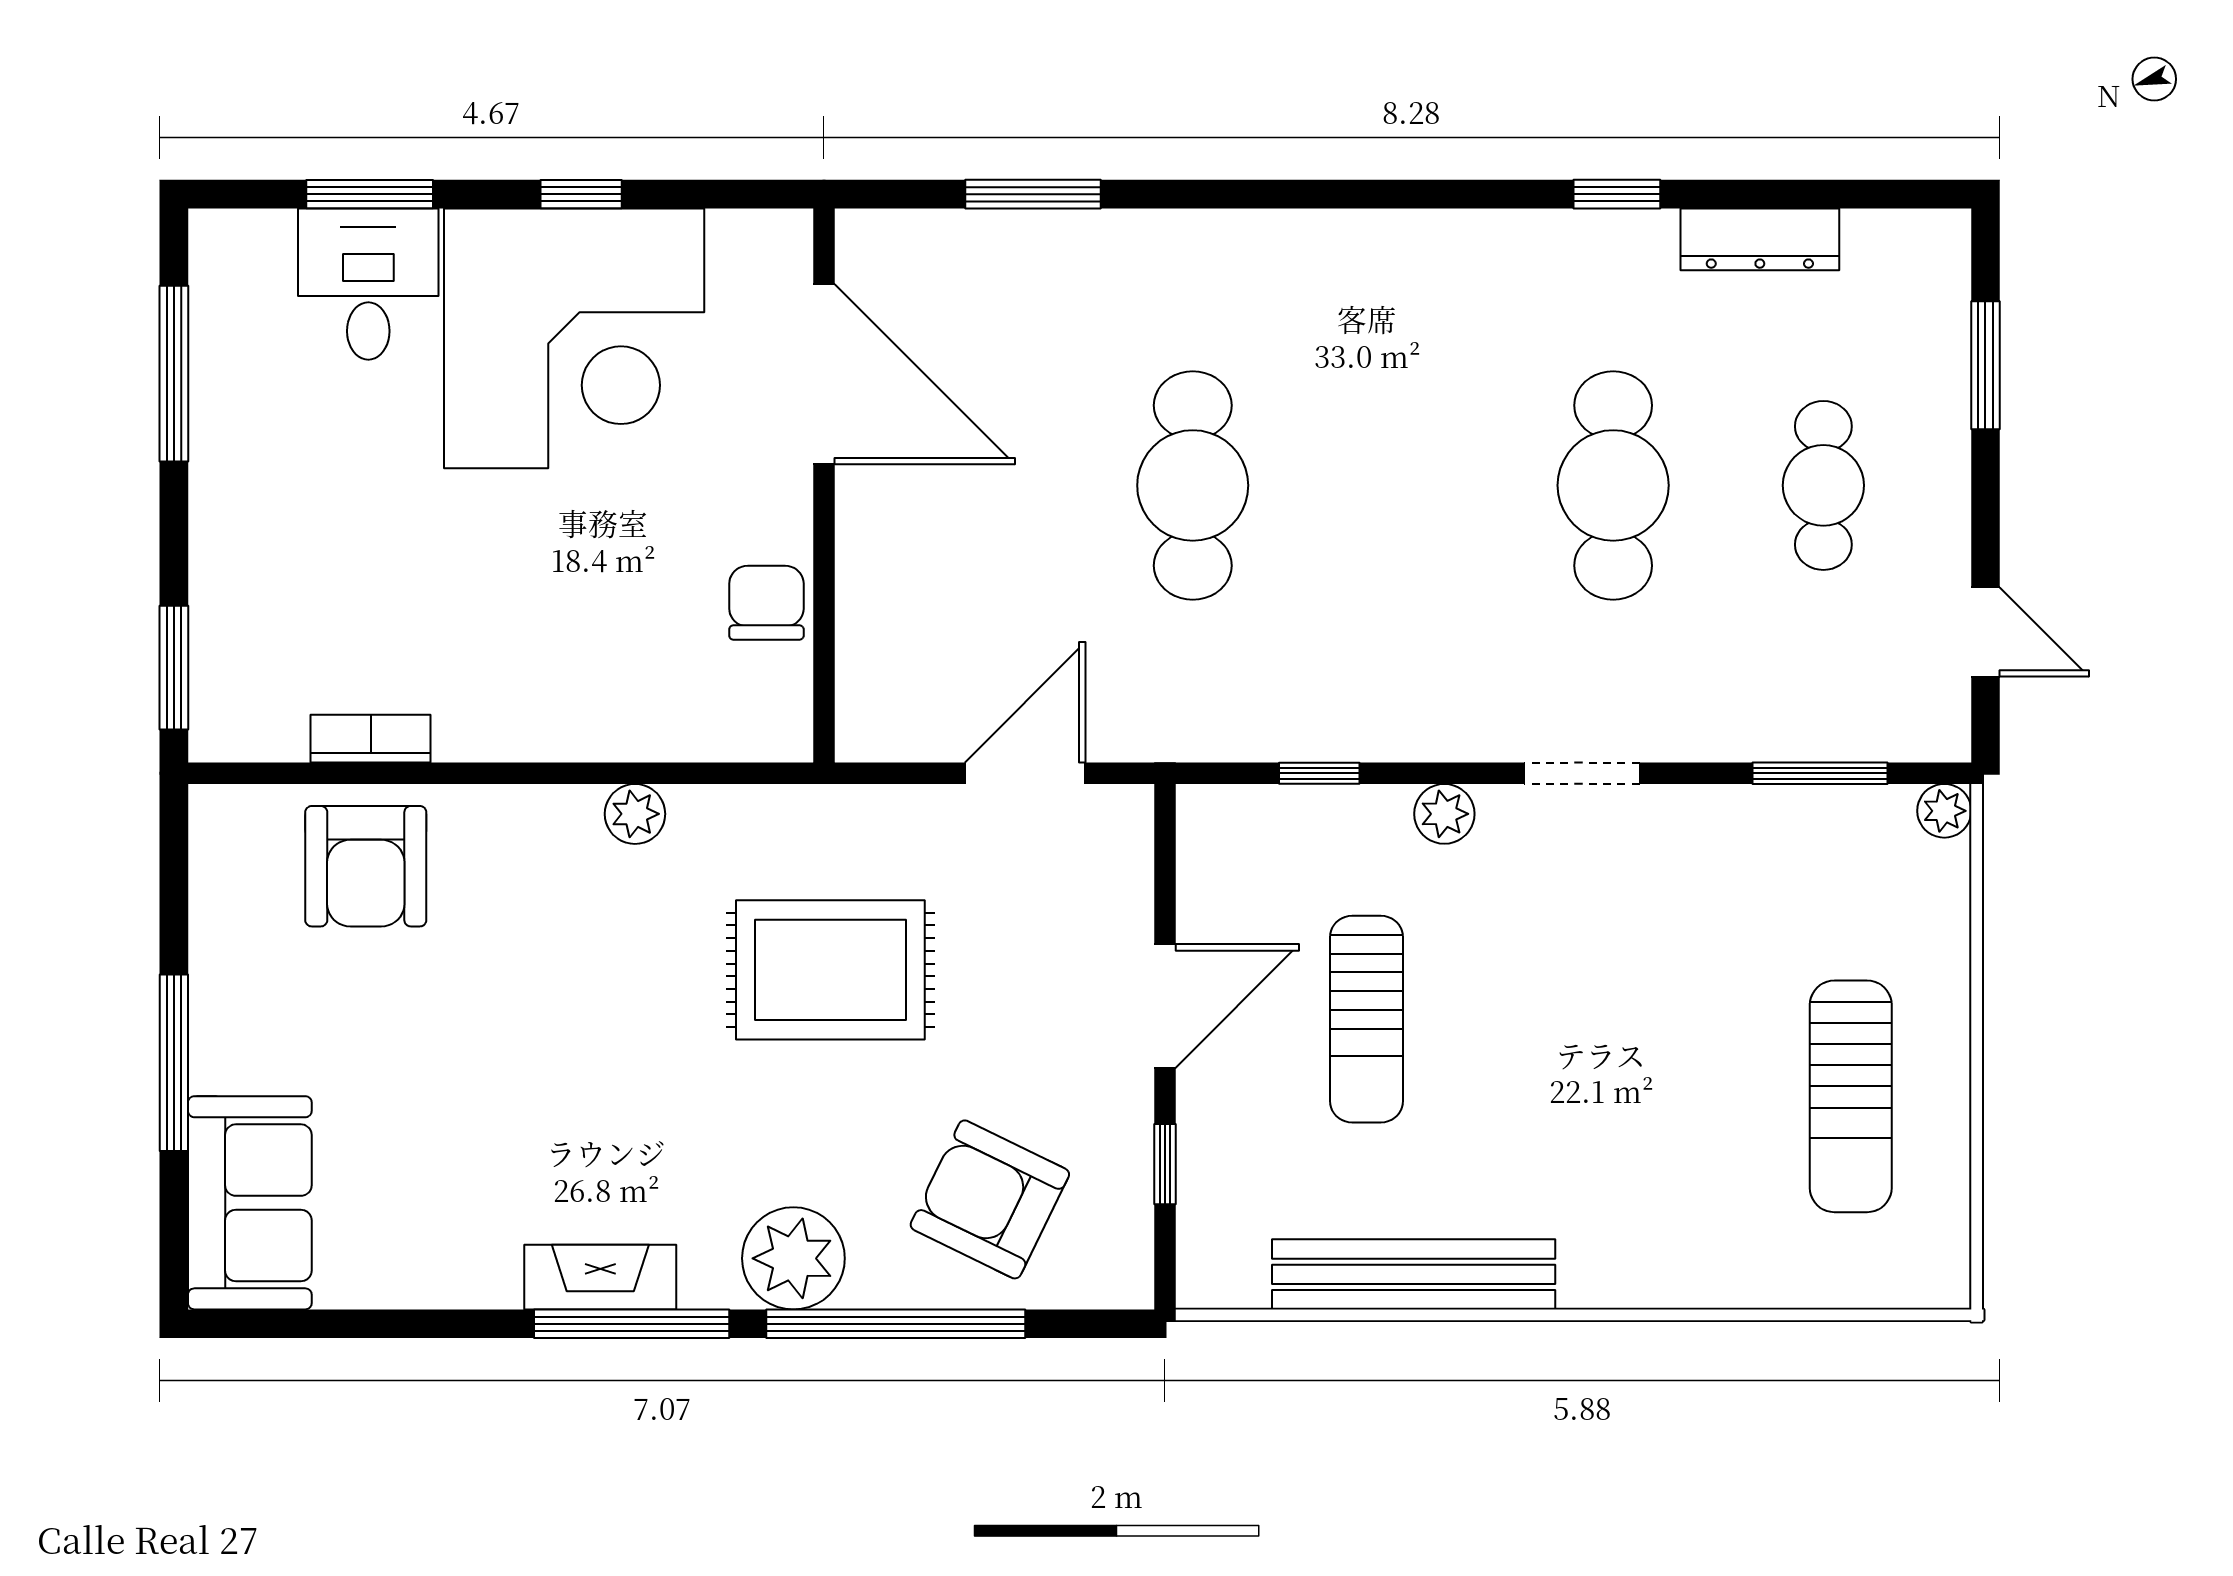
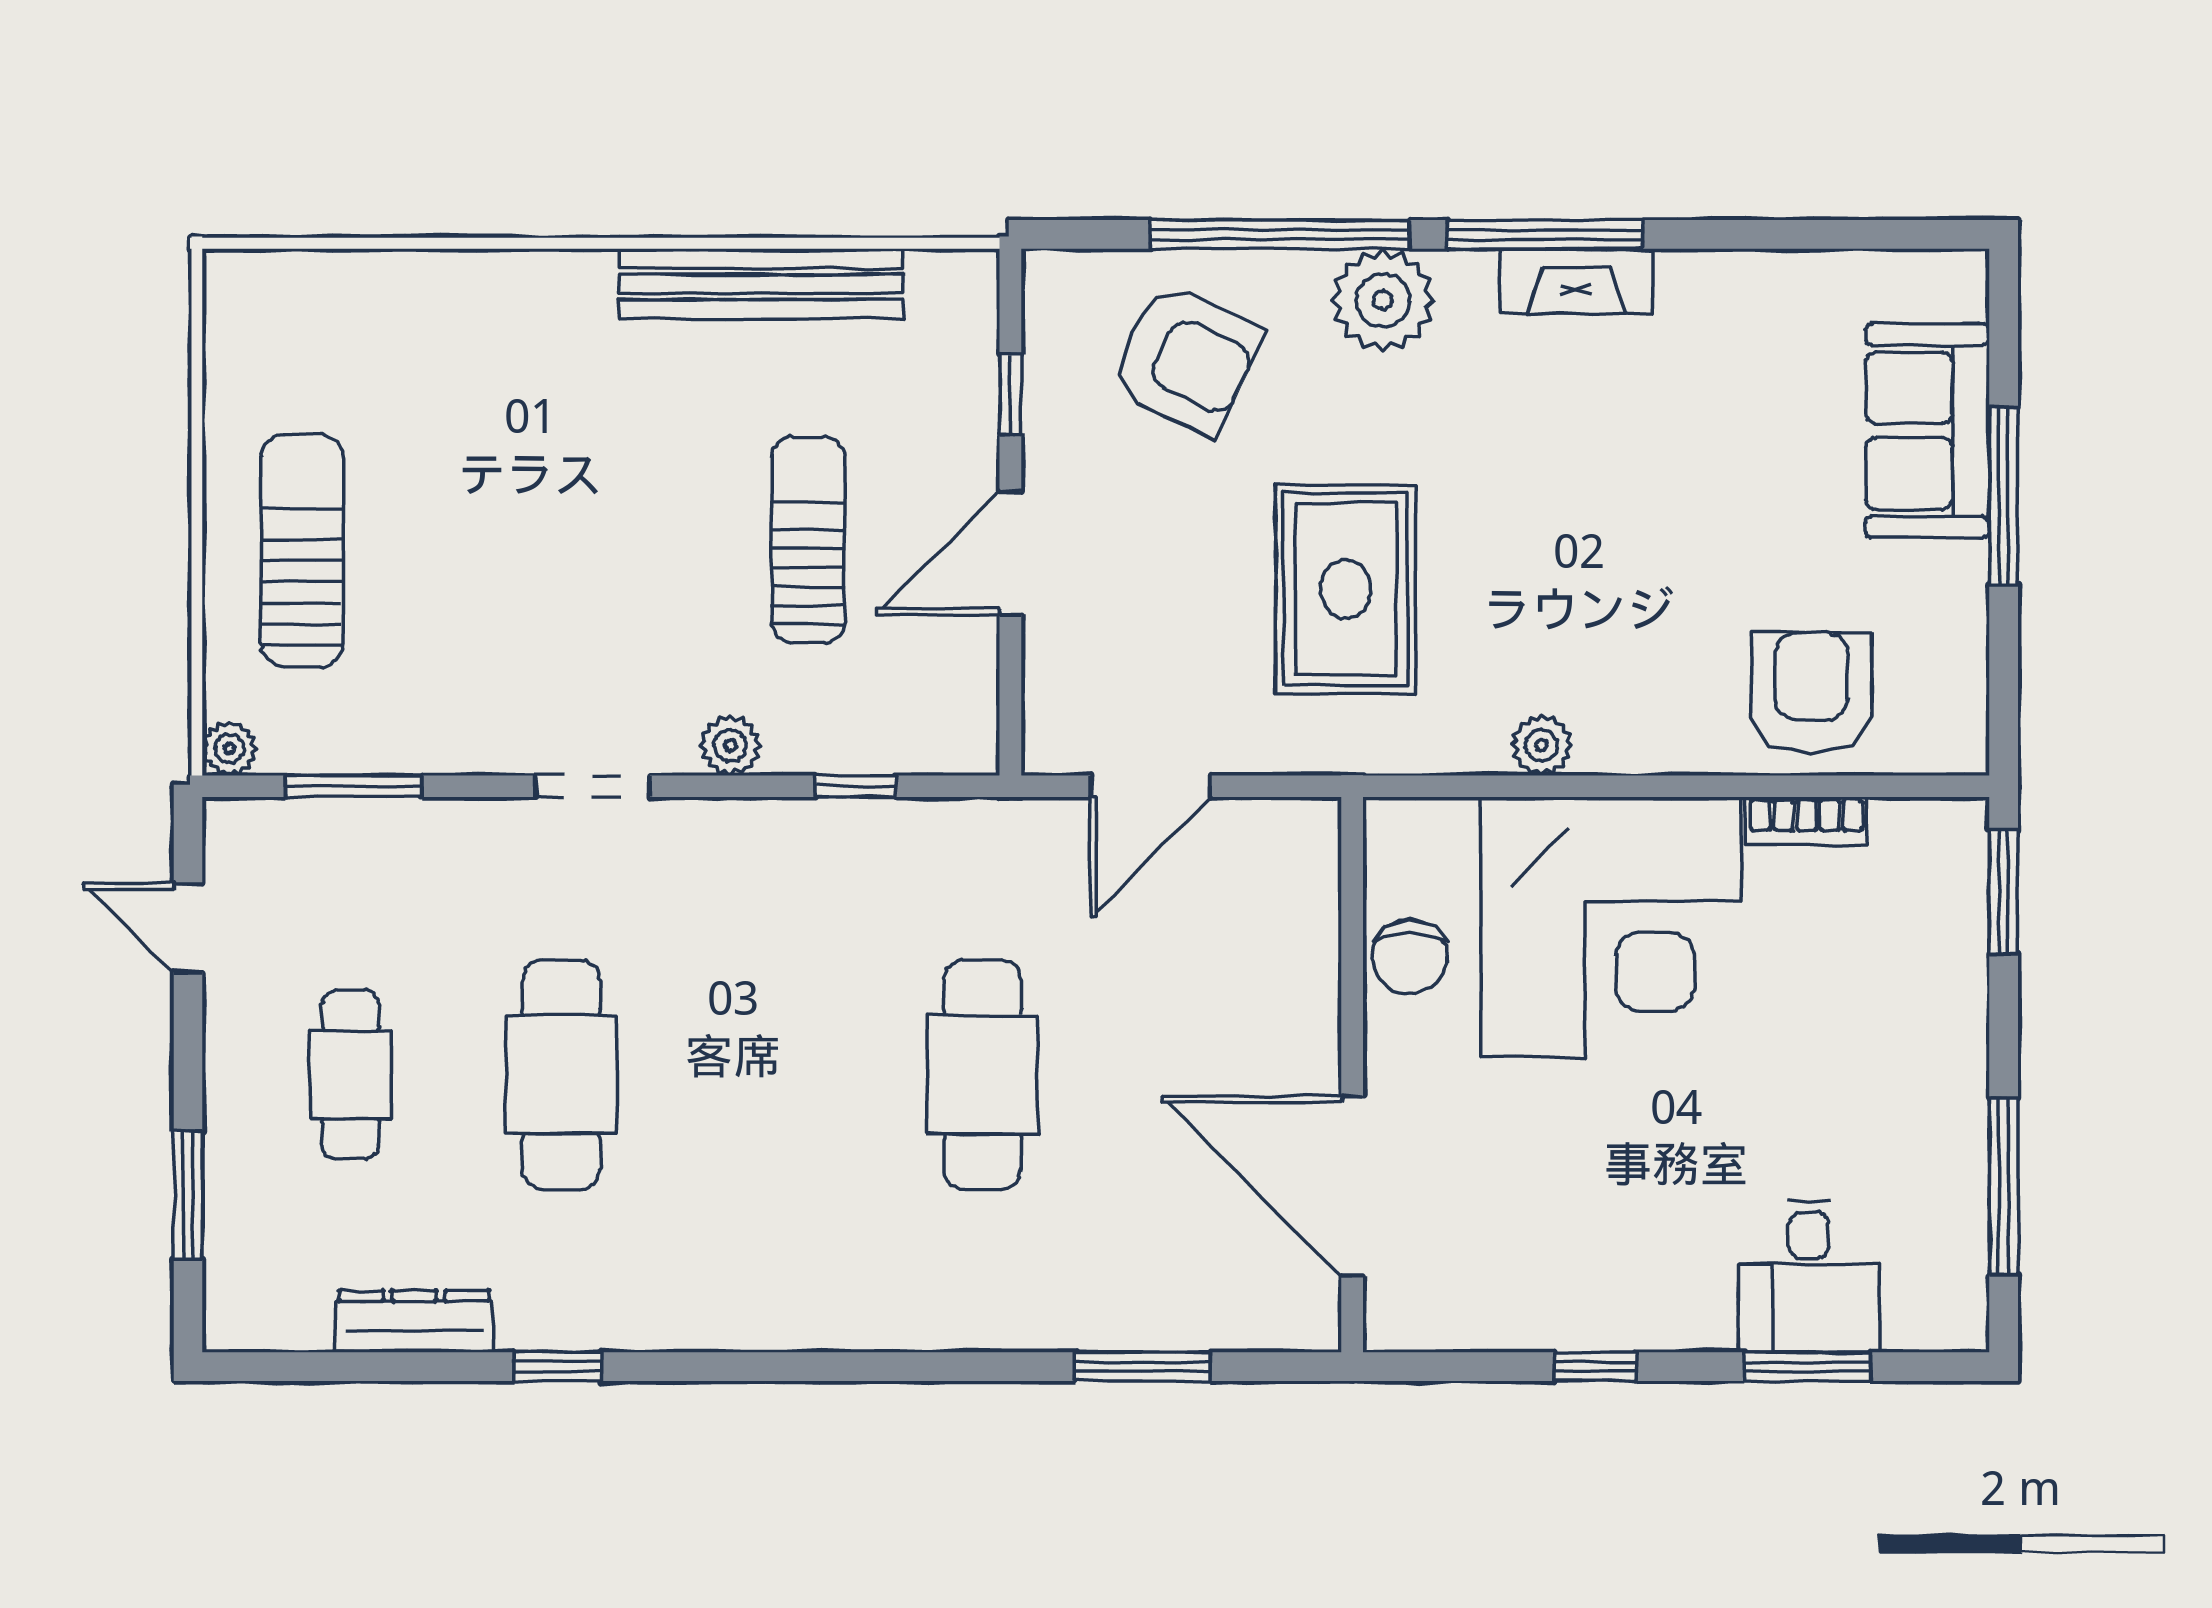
corner desk: (574, 338) -> (1611, 927), moved, turned 180
rug: (830, 970) -> (1346, 589), turned 90
sun lounger: (1851, 1096) -> (302, 551), moved
sofa: (250, 1203) -> (1928, 431), moved

